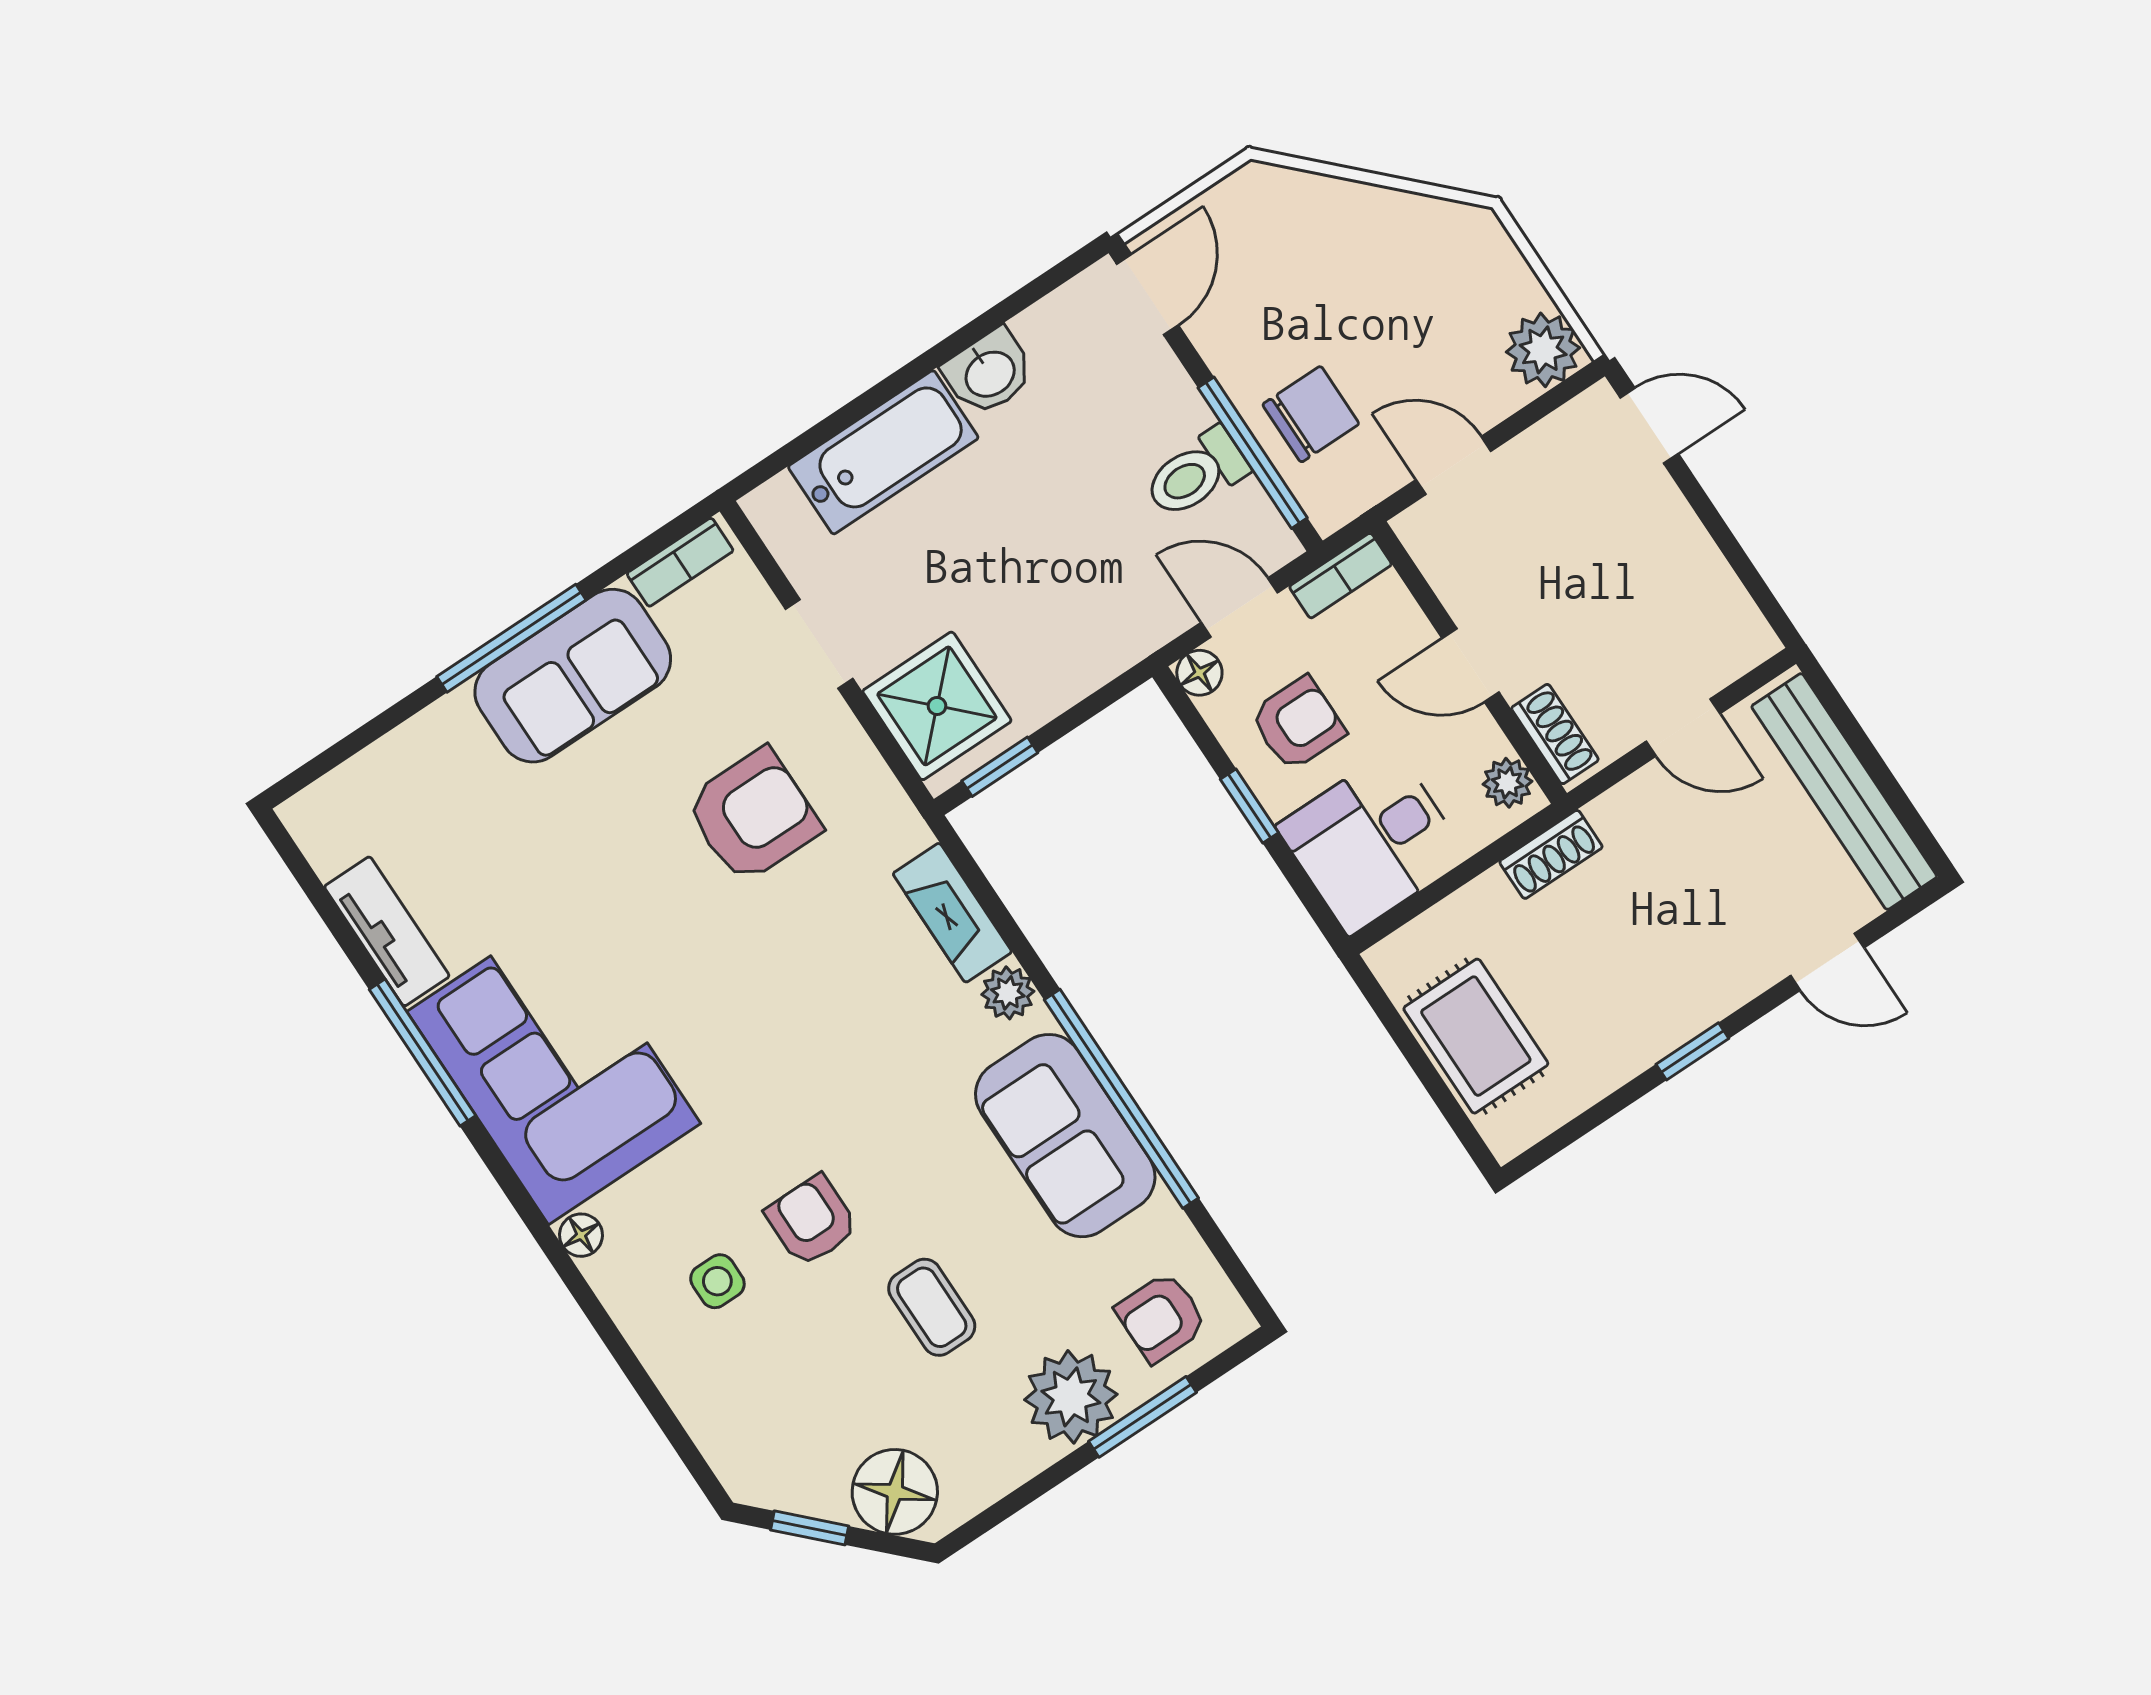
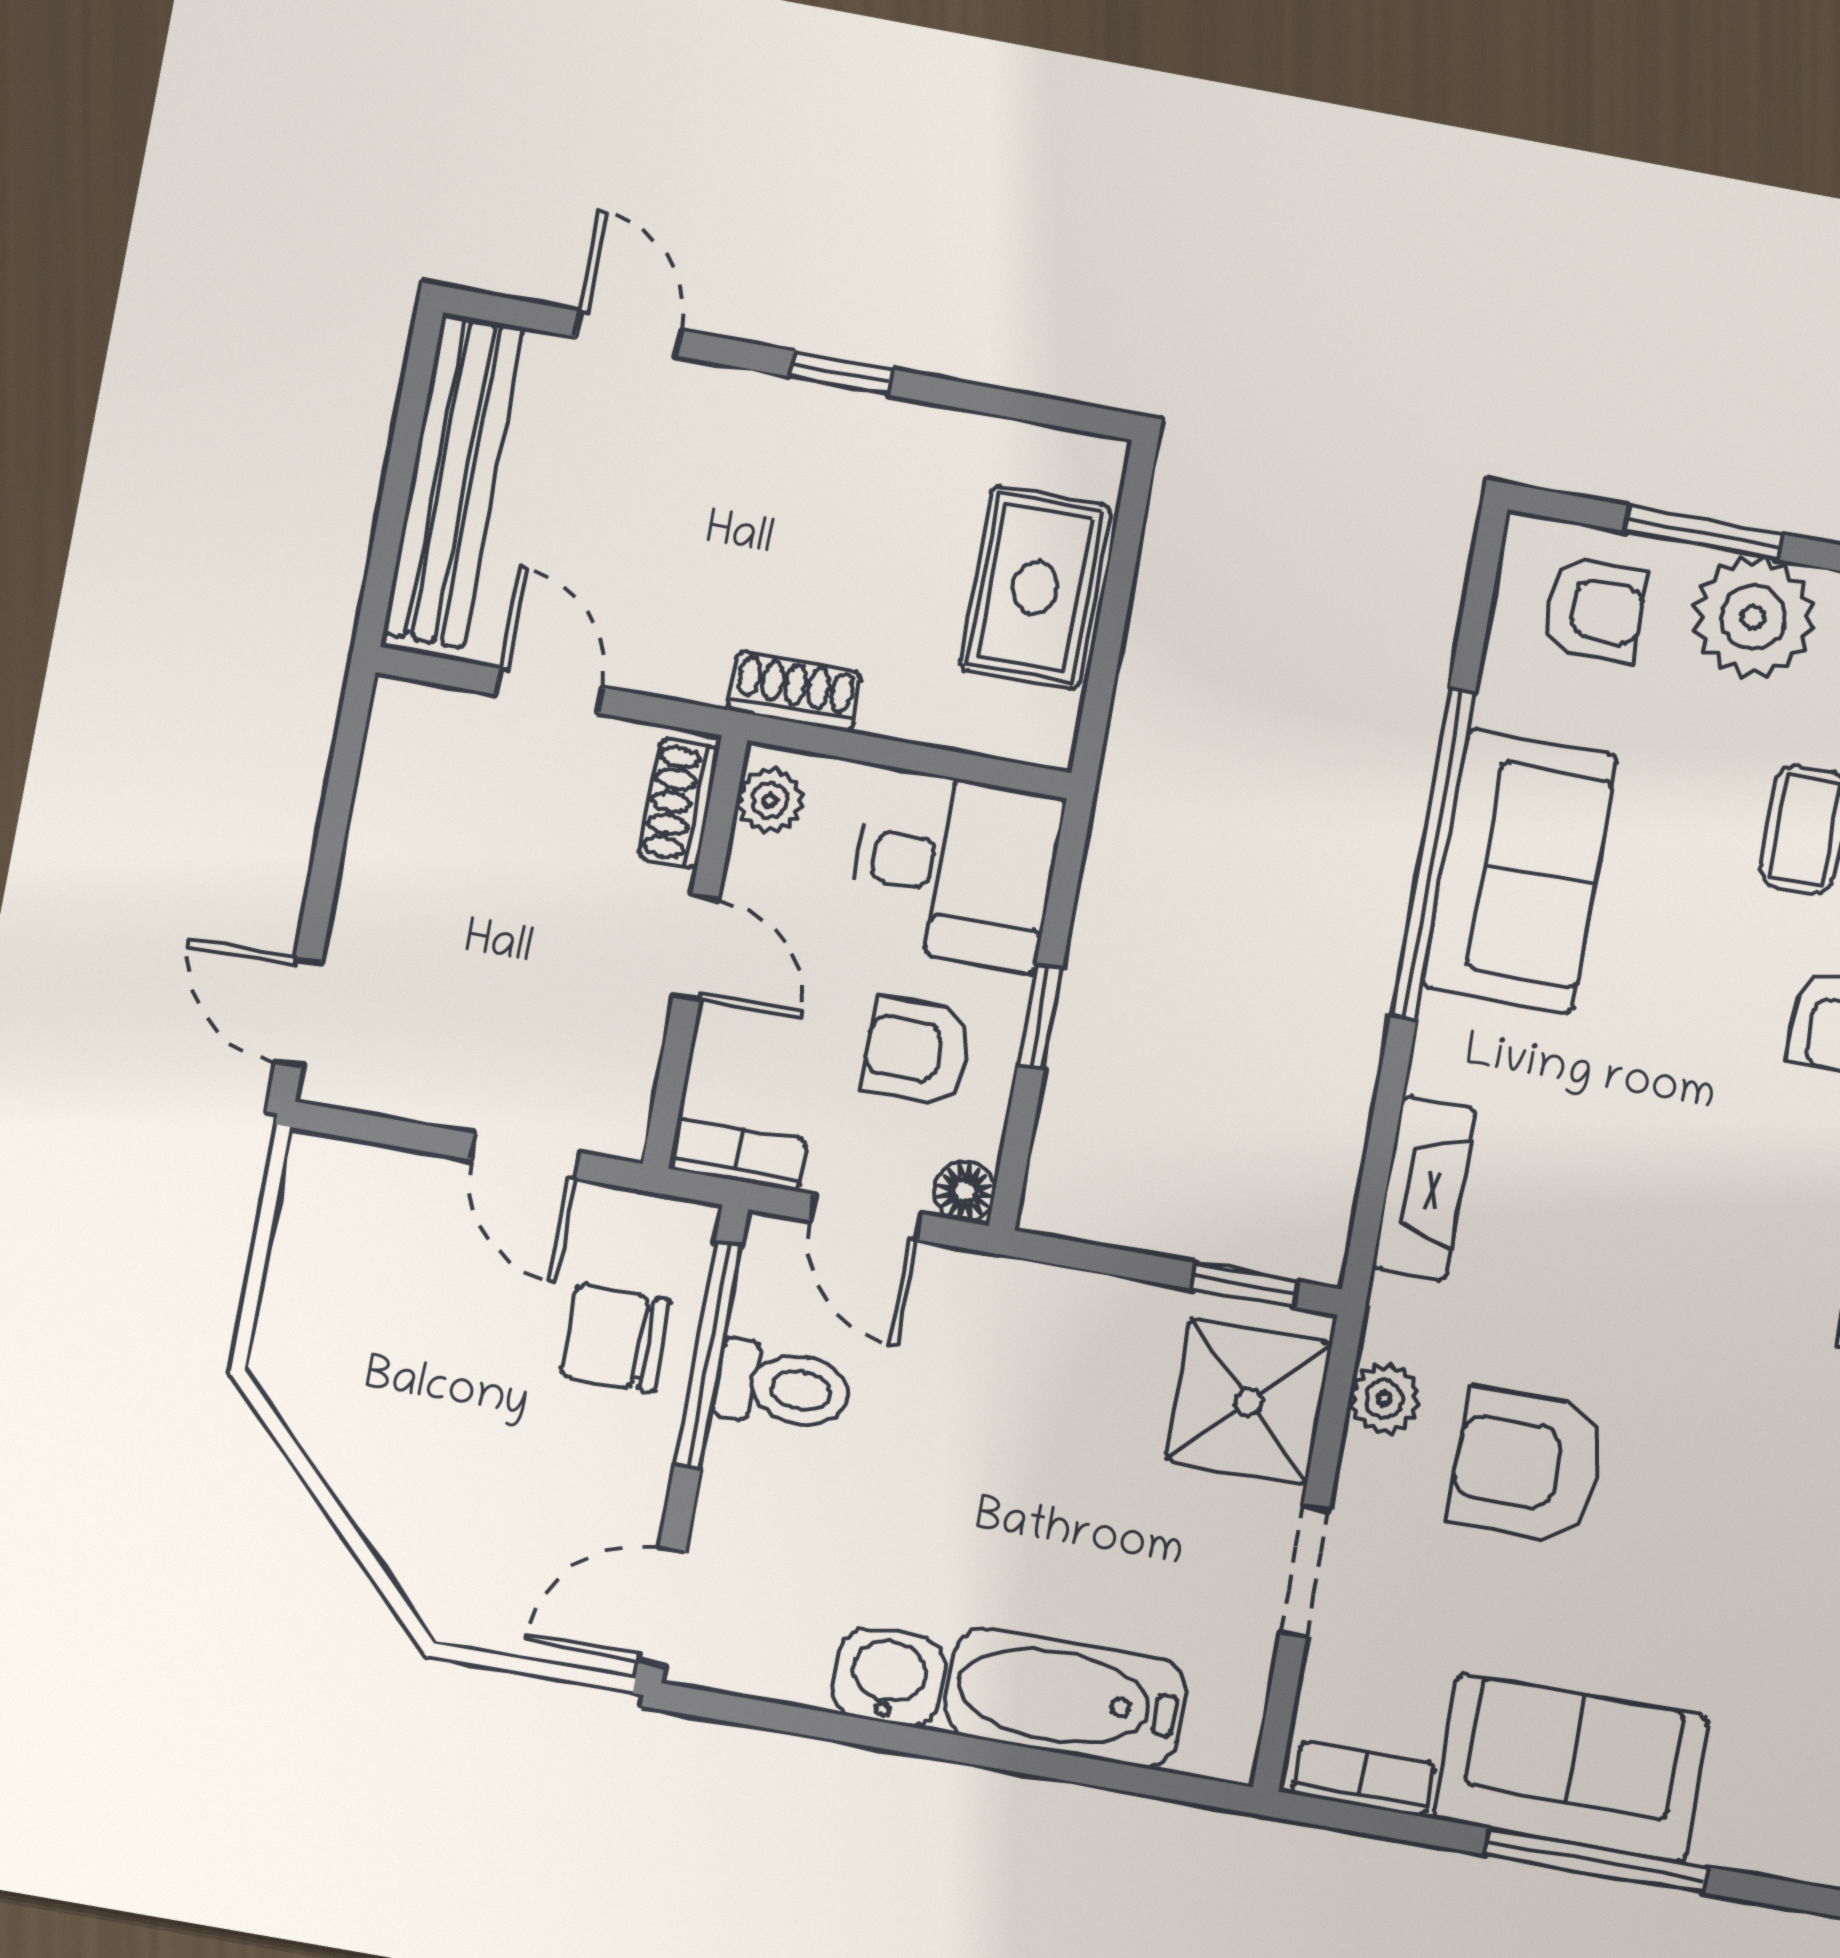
plant: (1543, 350) -> (330, 1185), removed
plant: (1008, 993) -> (1384, 1398), moved

